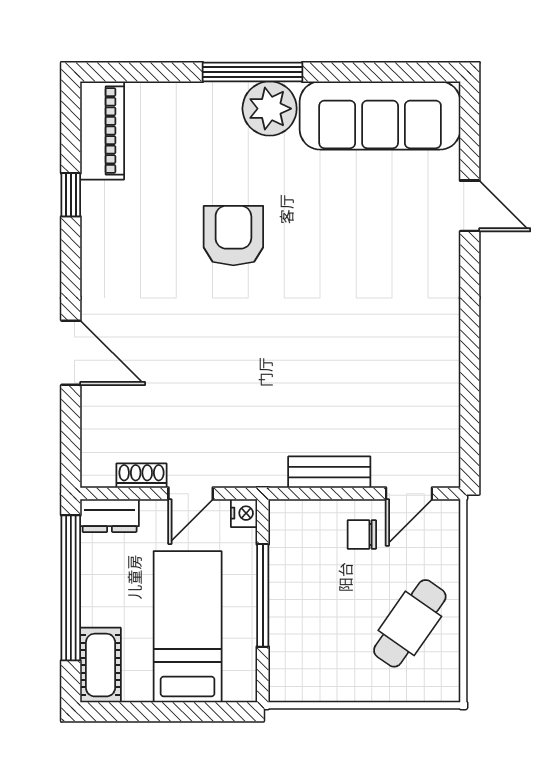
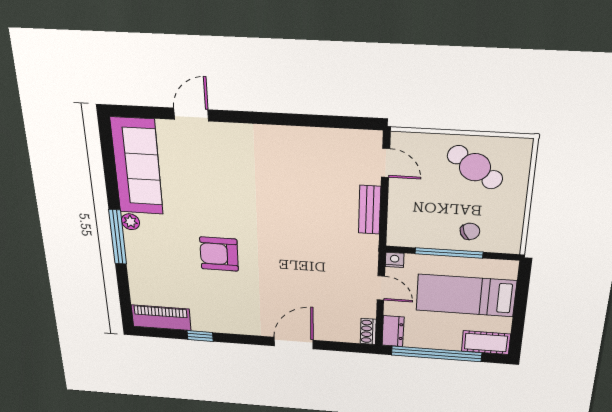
plant: (270, 109) -> (130, 222), width x0.53, depth x0.53
shoe rack: (141, 476) -> (368, 331), moved
chair: (362, 534) -> (470, 231), moved, turned -114

